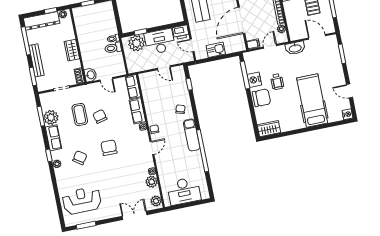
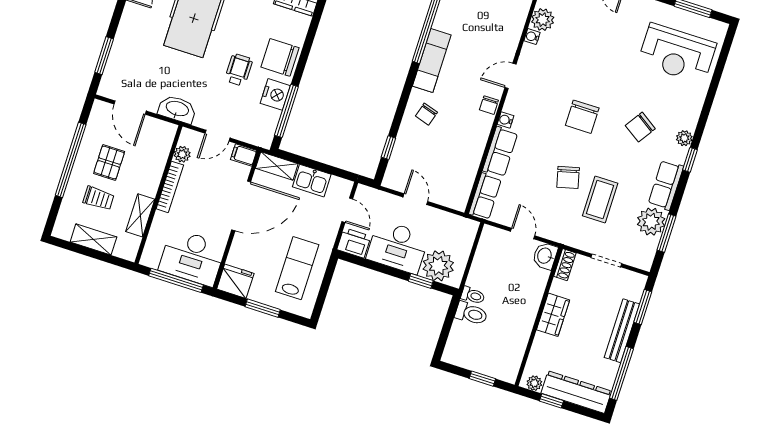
toilet: (113, 48) -> (471, 314), moved
shelving: (235, 48) -> (277, 166), added

